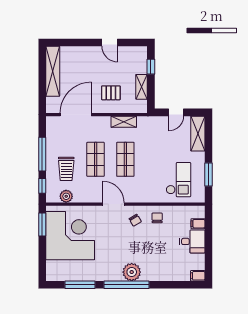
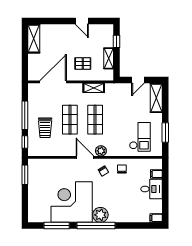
shelving: (53, 71) -> (34, 39), width x0.68
plant: (66, 196) -> (101, 151), moved
corner desk: (70, 236) -> (72, 202), moved, turned -90

